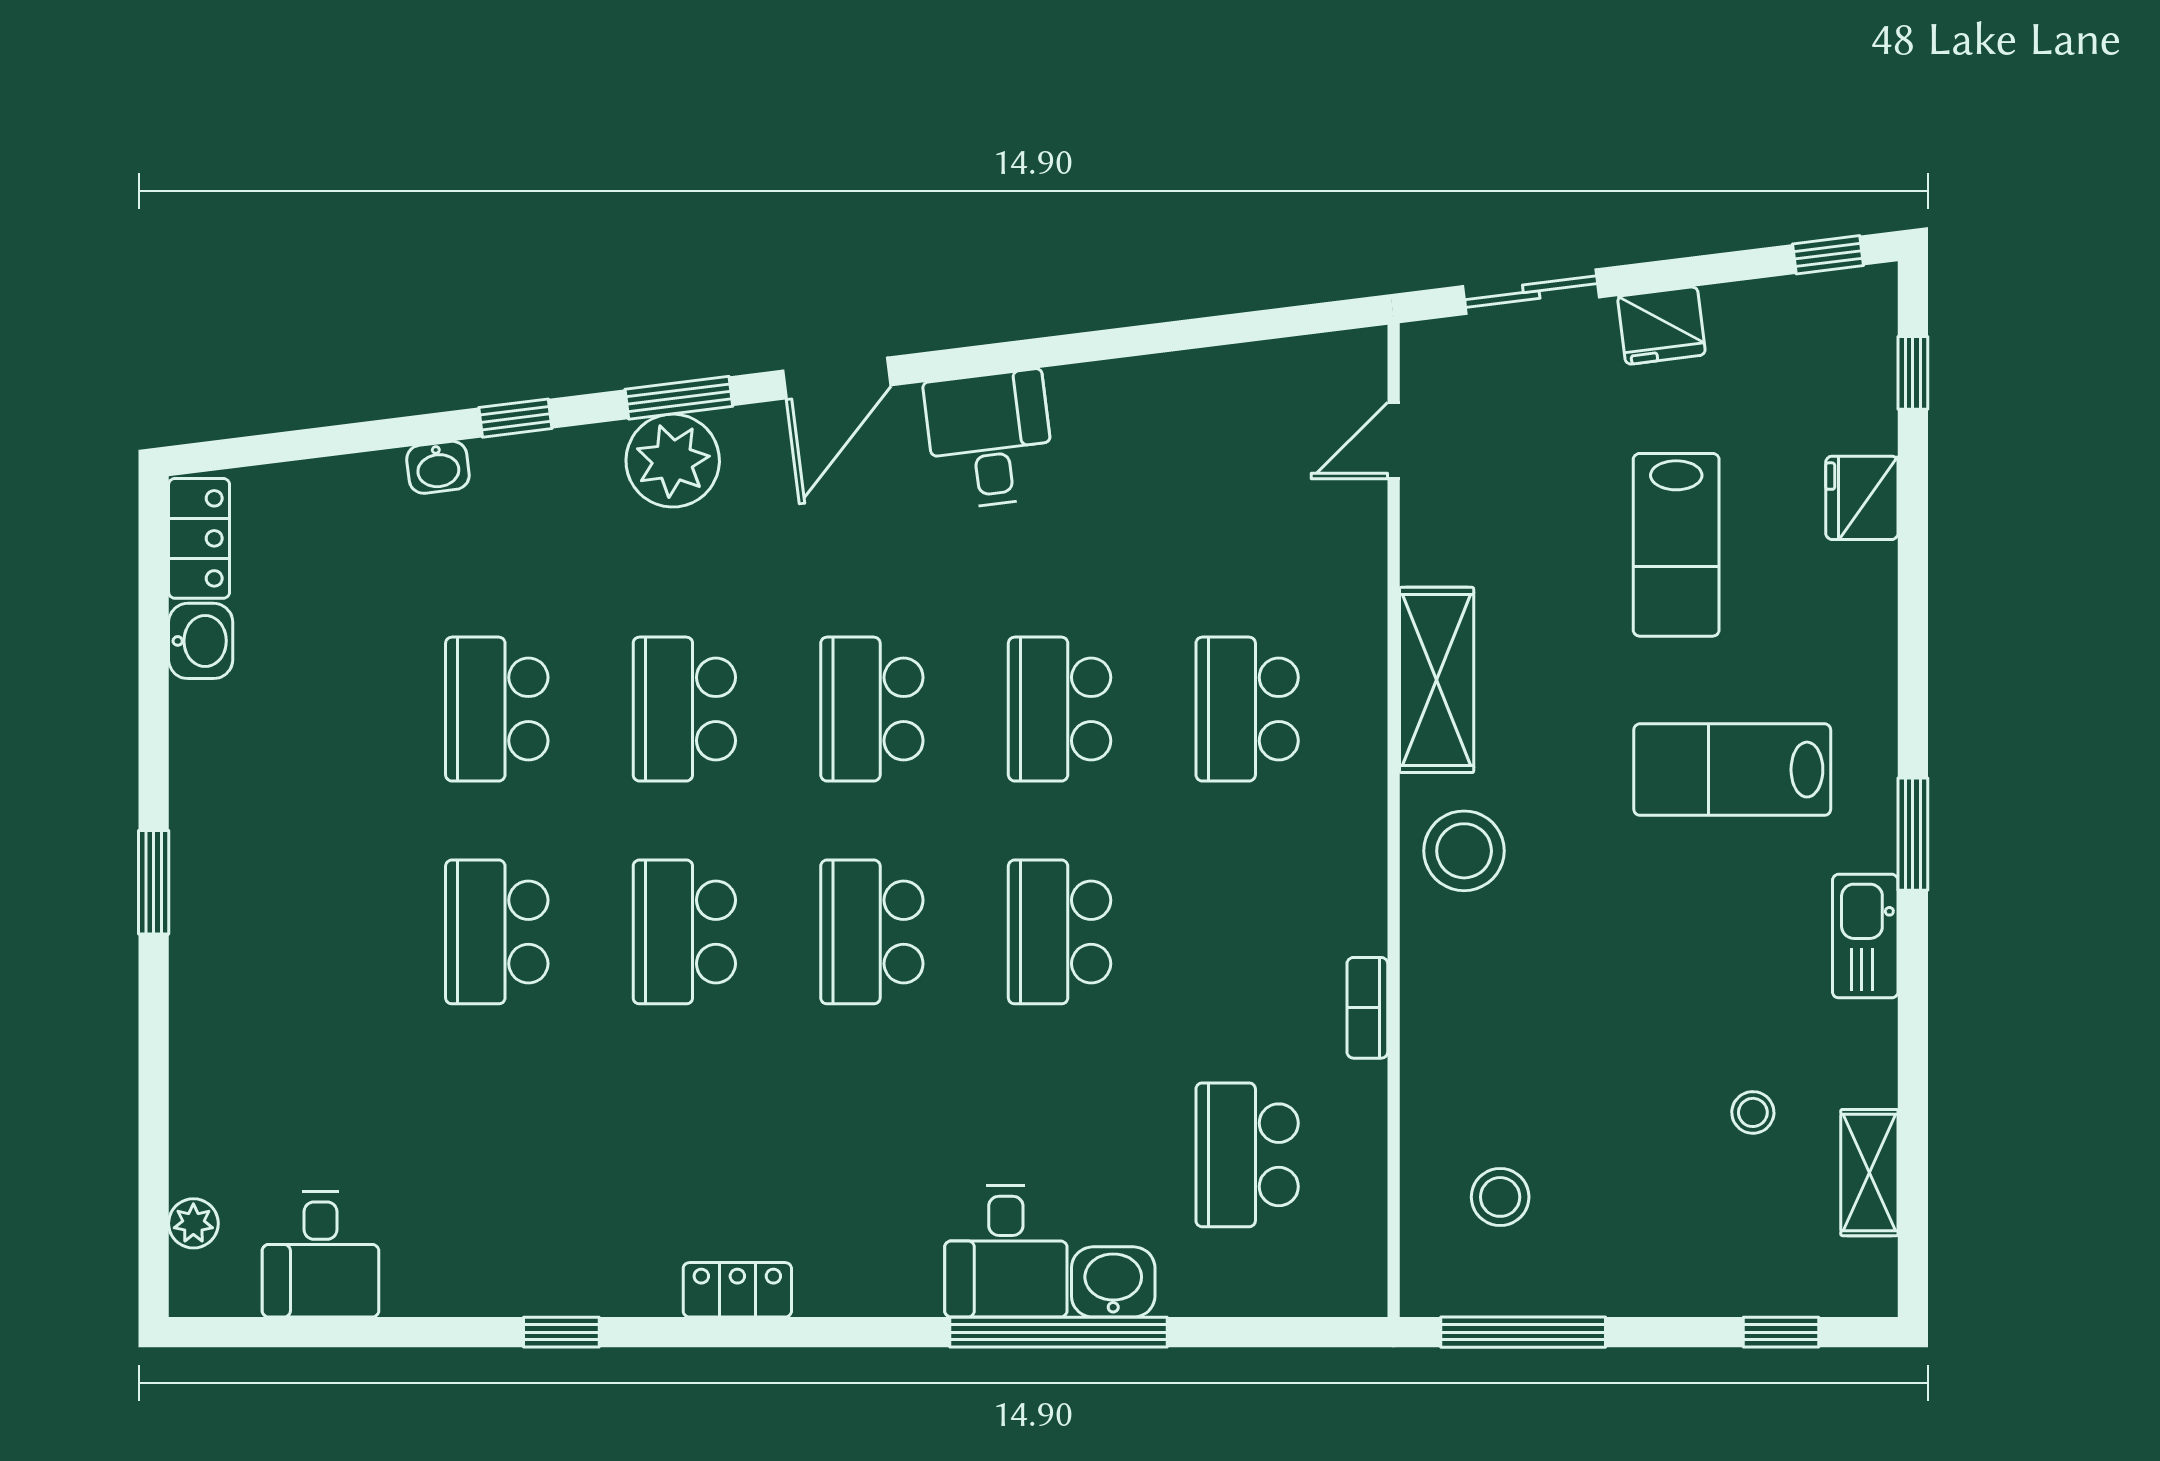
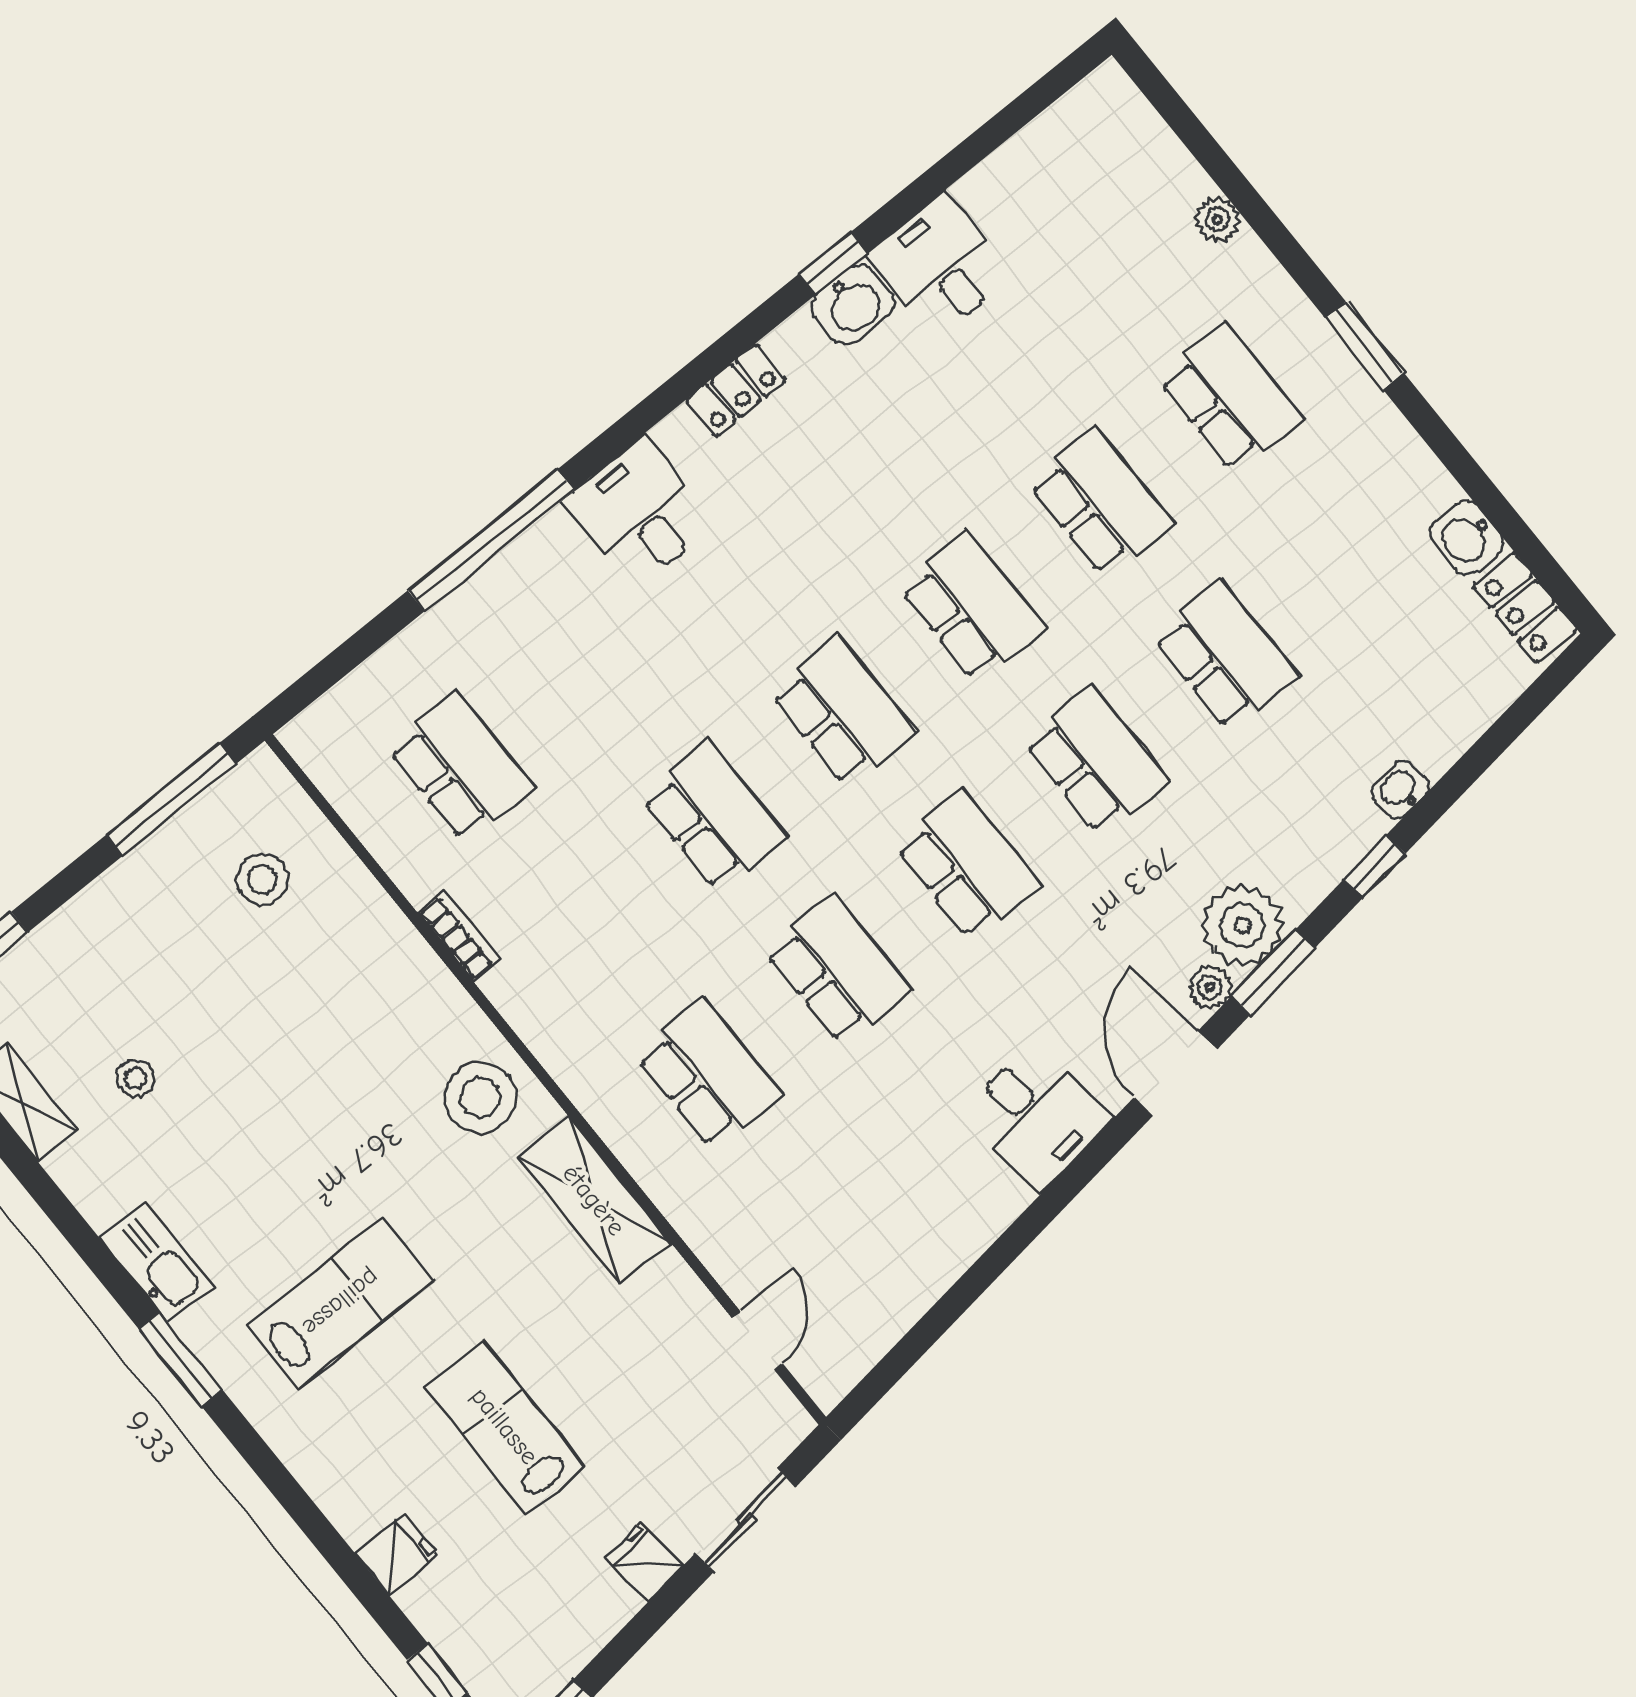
fridge: (1661, 326) -> (644, 1562), width x0.72
plant: (745, 429) -> (1210, 987), added
fridge: (1862, 498) -> (397, 1554), width x0.72
school desk: (309, 932) -> (1230, 398), added
plant: (193, 1223) -> (1217, 220), moved
desk: (1006, 1251) -> (639, 512), moved
desk: (321, 1254) -> (940, 265), moved
washbasin: (1113, 1282) -> (853, 305), moved

